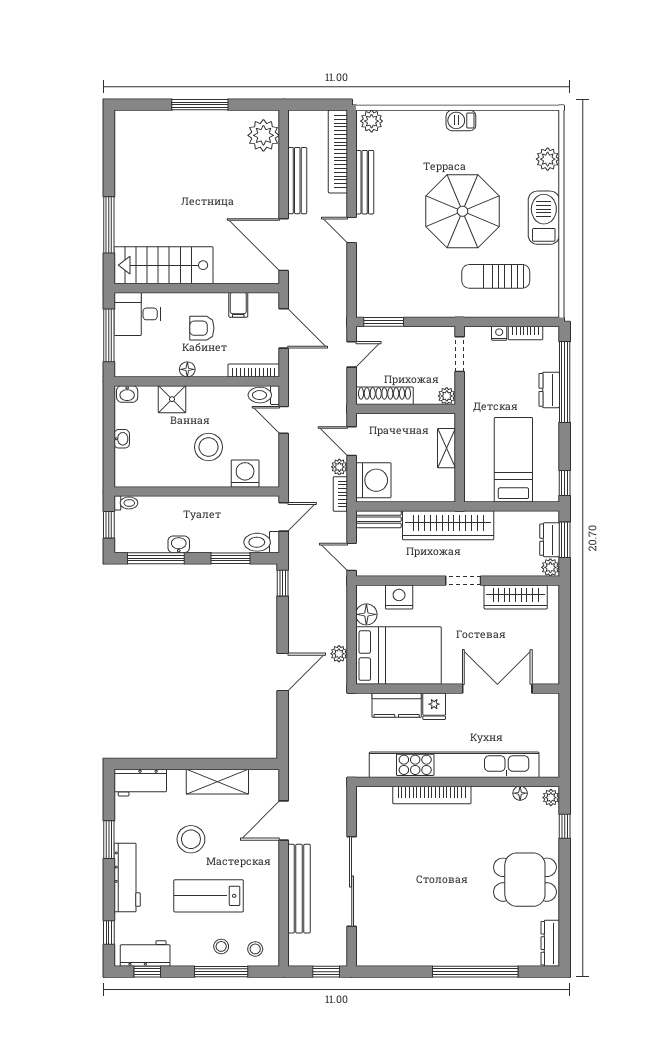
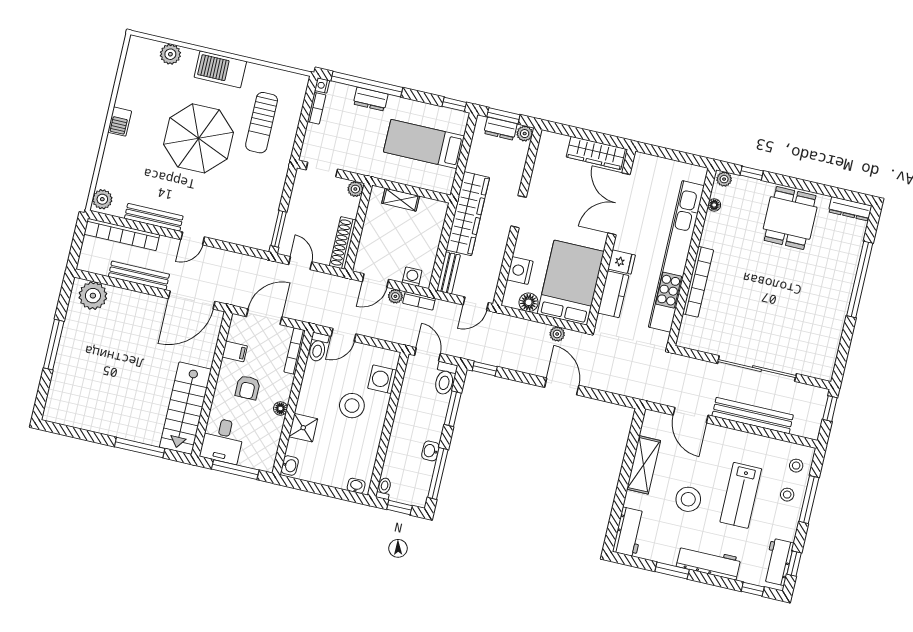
nightstand: (499, 333) -> (322, 86), moved
washbasin: (122, 439) -> (356, 486), moved
washing machine: (373, 480) -> (412, 277), width x0.53, depth x0.53
wardrobe: (516, 597) -> (596, 153), moved, turned 90

